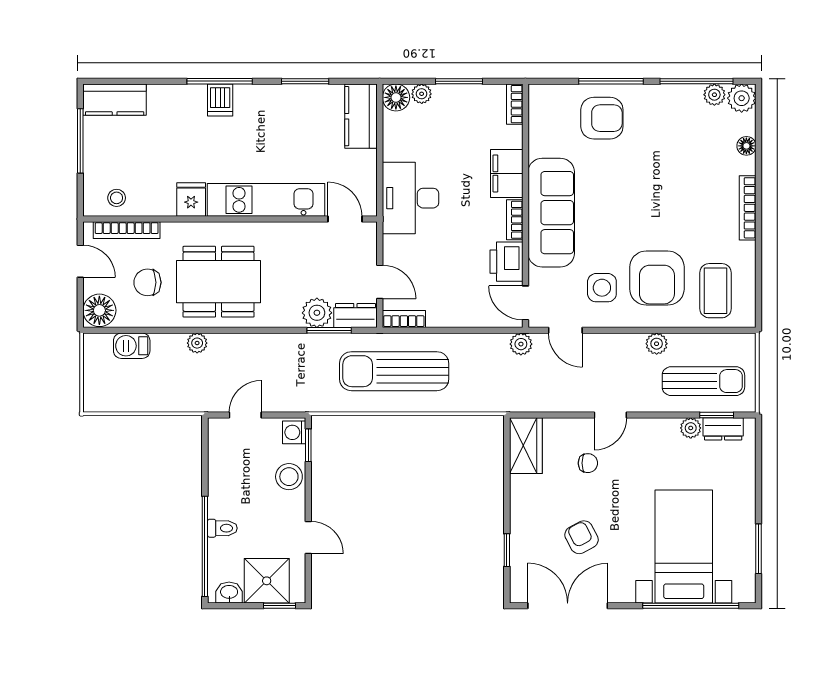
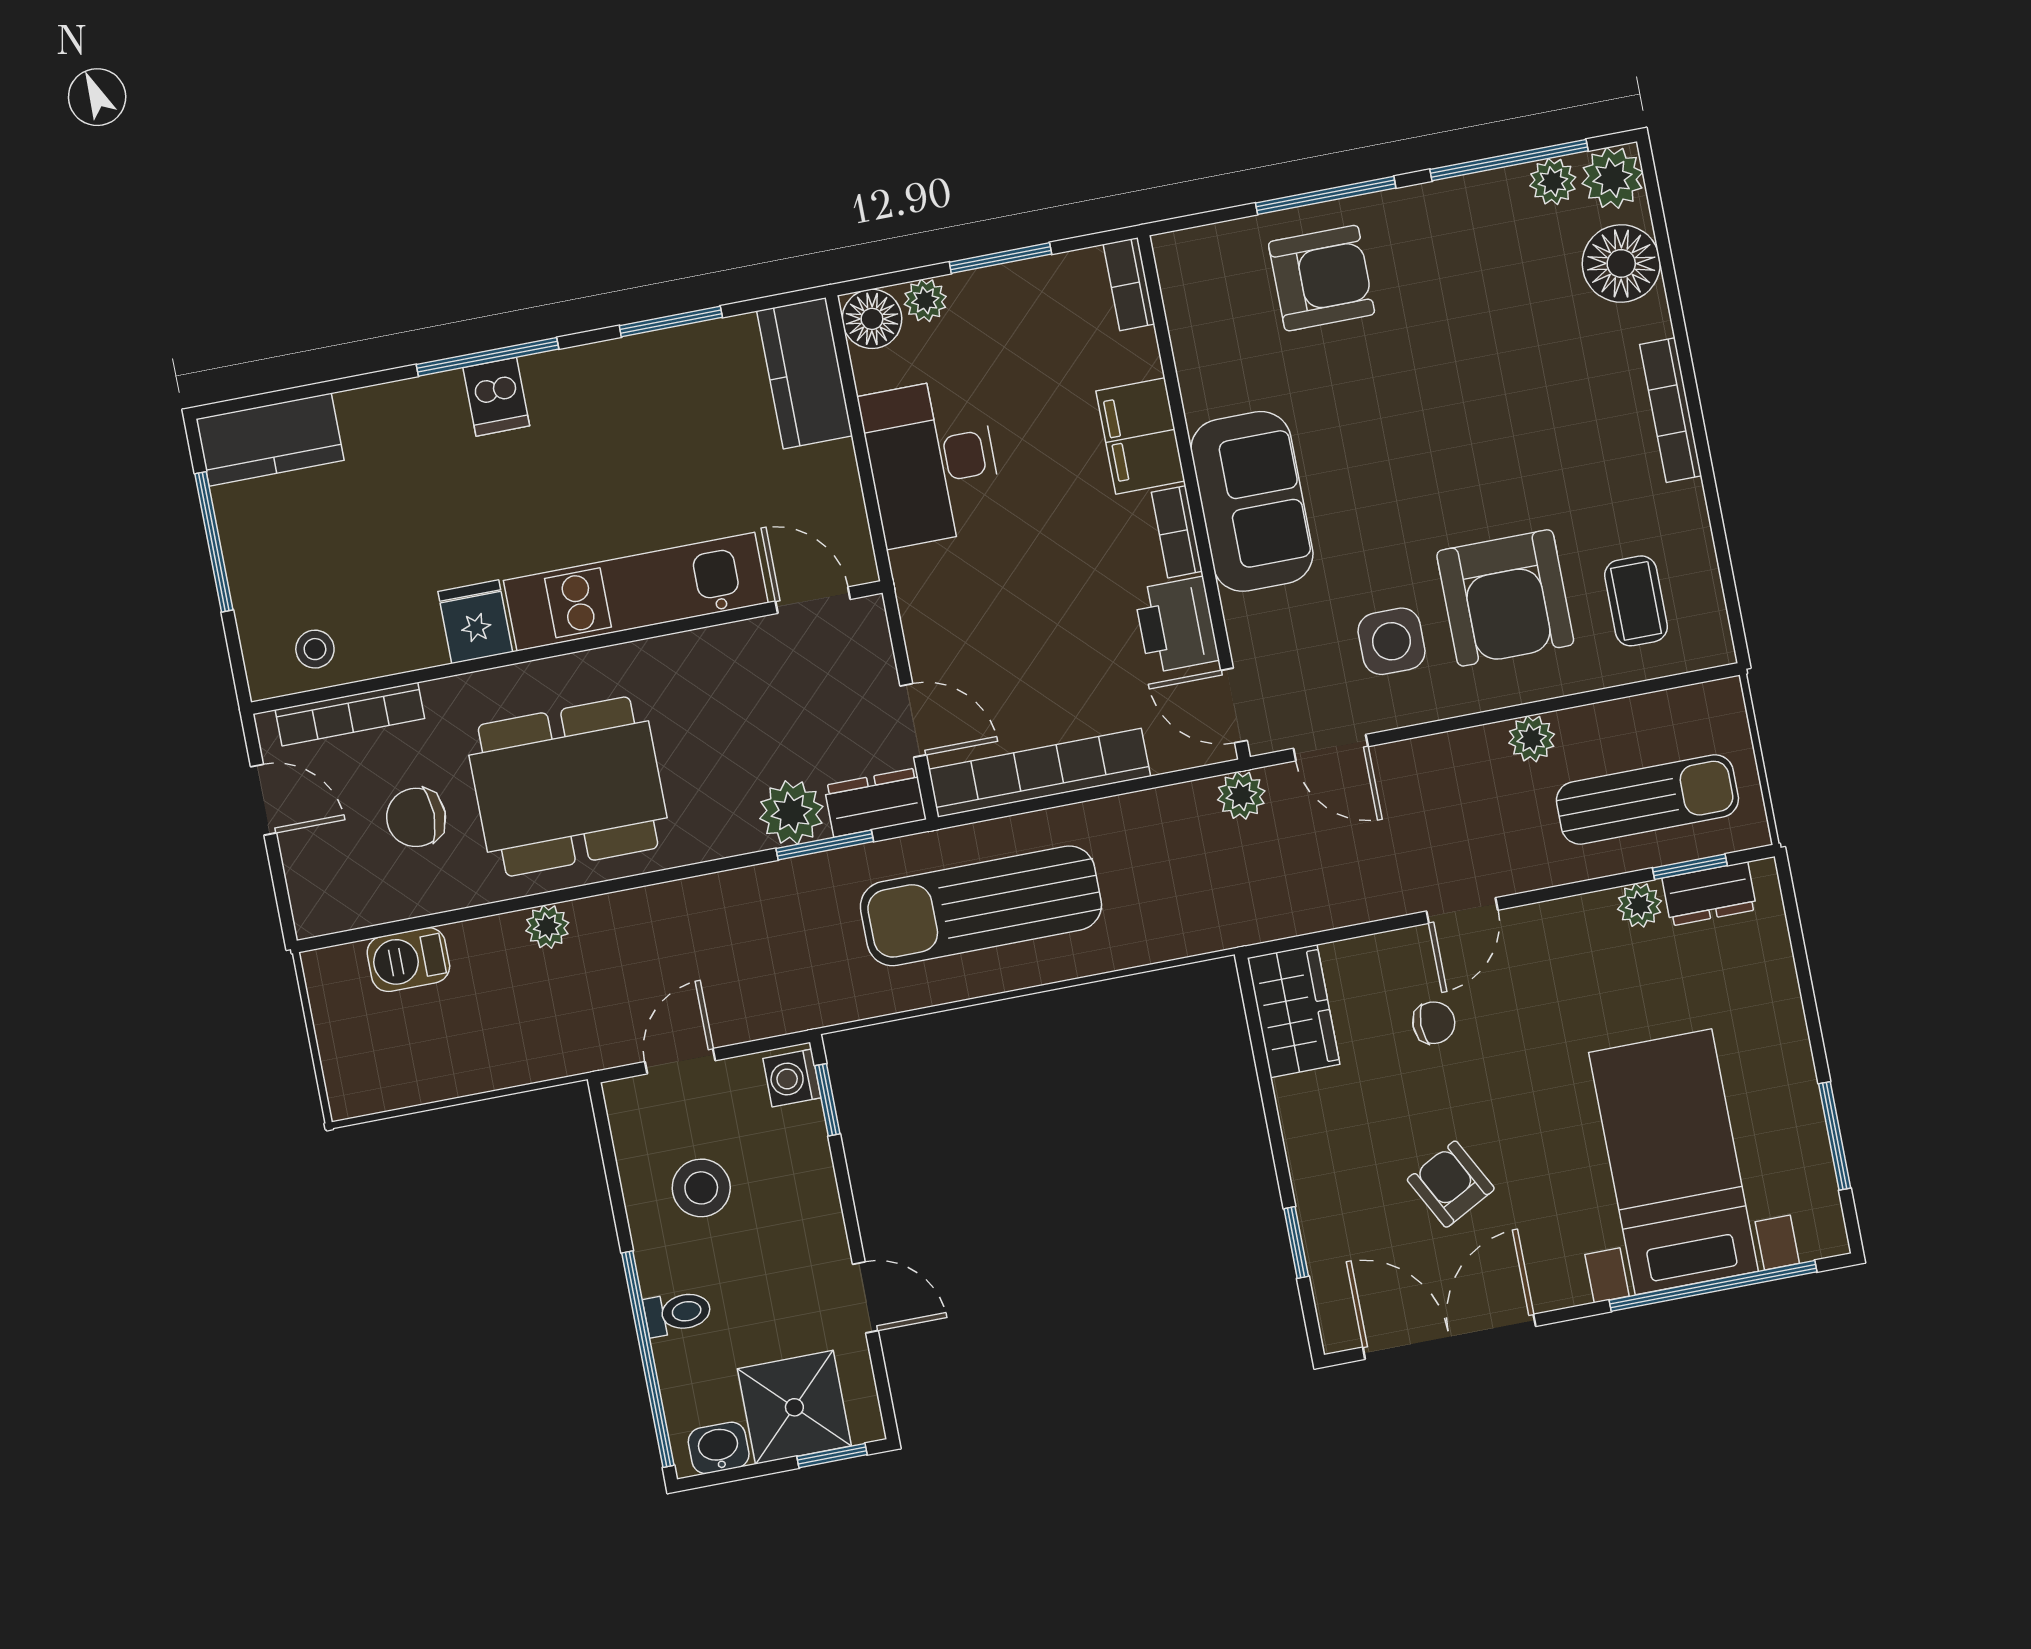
floor lamp: (746, 146) -> (1621, 263), width x1.89, depth x1.89
desk: (411, 198) -> (932, 462), moved
sofa: (551, 213) -> (1252, 501), width x0.73
coffee table: (716, 291) -> (1636, 601), width x0.73, depth x0.77
floor lamp: (99, 310) -> (325, 897), removed
bookcase: (404, 319) -> (1039, 773), width x2.31, depth x1.31
stool: (289, 477) -> (701, 1188), moved

